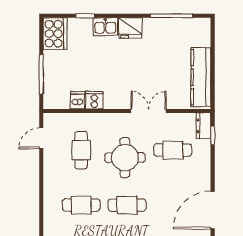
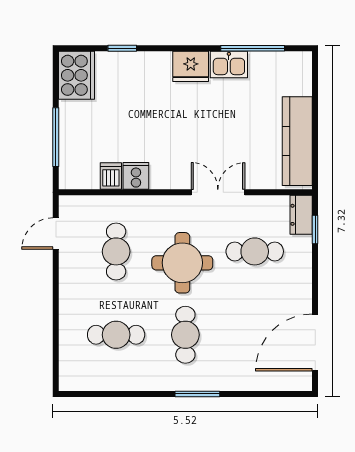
kitchen sink: (105, 27) -> (229, 65), moved
cafe table: (127, 205) -> (185, 335), turned 90

